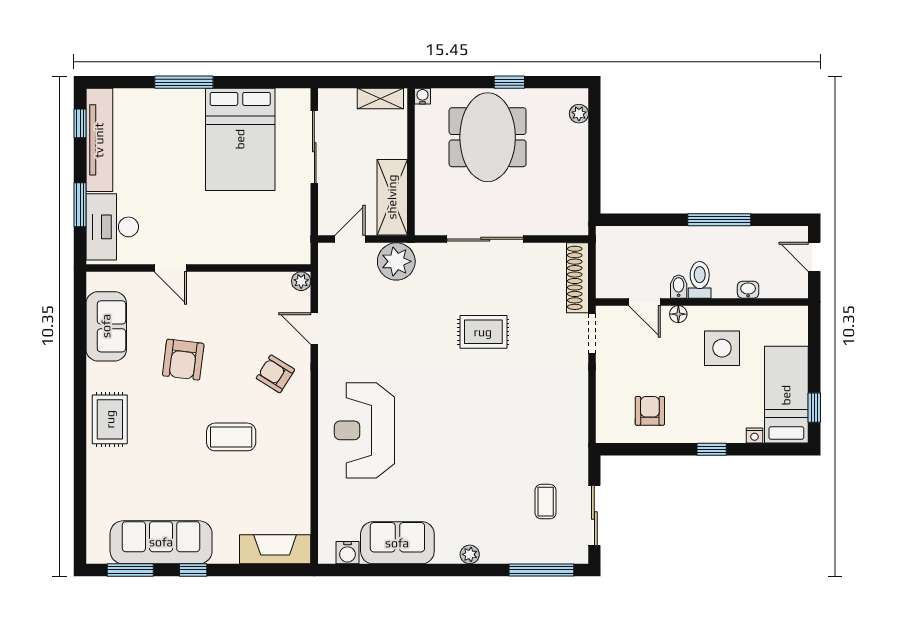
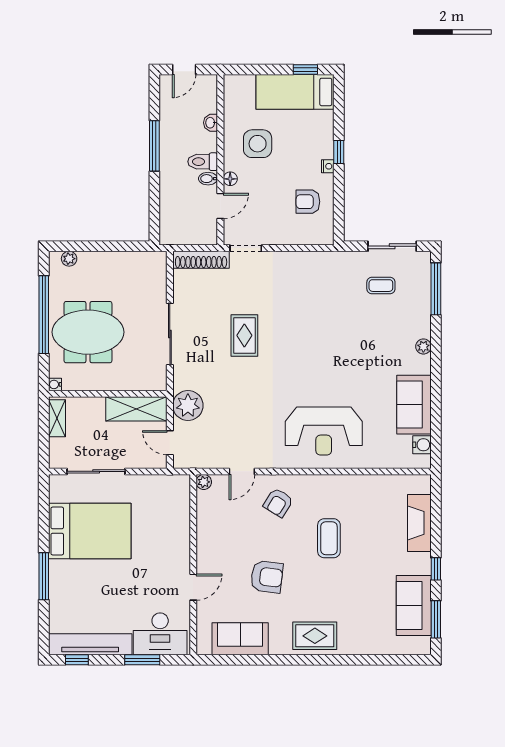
window: (509, 82) -> (44, 315), width x3.17
nightstand: (754, 436) -> (328, 166), moved
sofa: (161, 542) -> (414, 605), width x0.73
fireplace: (275, 549) -> (419, 523), moved

